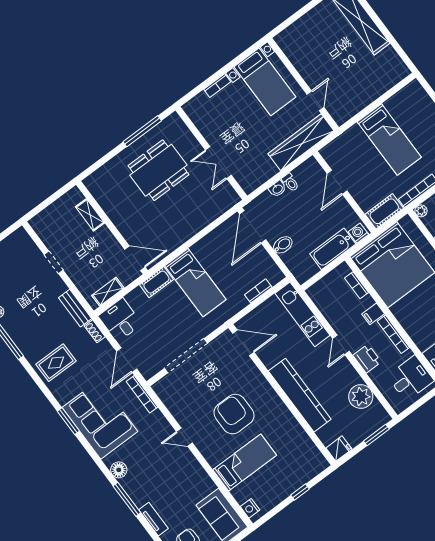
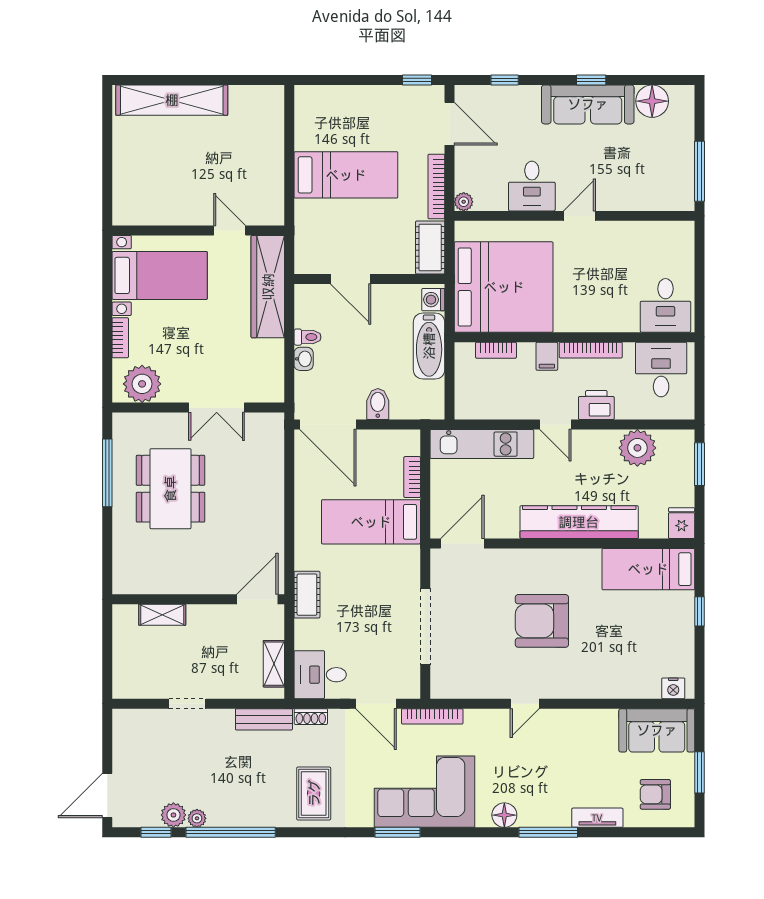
plant: (202, 115) -> (142, 384), added
bed: (195, 283) -> (371, 522), moved, turned 180
bed: (245, 463) -> (648, 569), moved, turned -90

